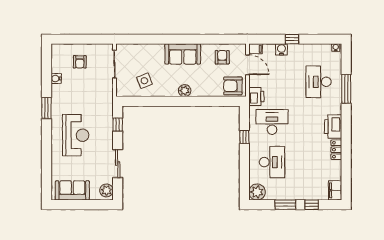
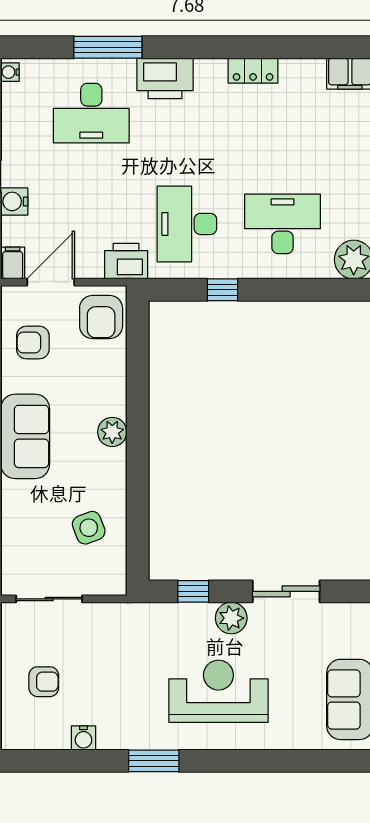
printer: (333, 127) -> (165, 78), moved
plant: (106, 190) -> (231, 618), moved

